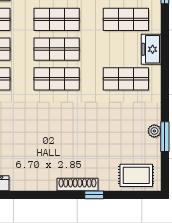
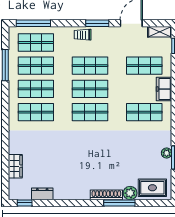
plant: (108, 182) -> (130, 193), added
window: (94, 195) -> (119, 203), width x2.17

